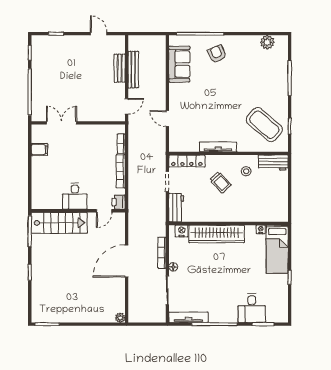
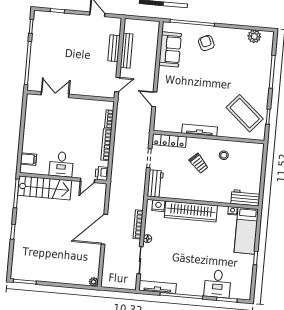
filing cabinet: (39, 150) -> (28, 159), moved
workbench: (273, 163) -> (245, 198), moved, turned 180

